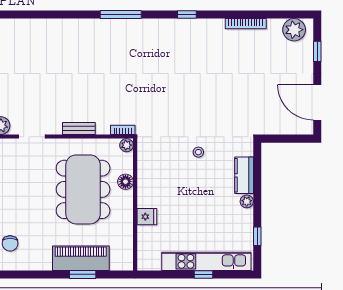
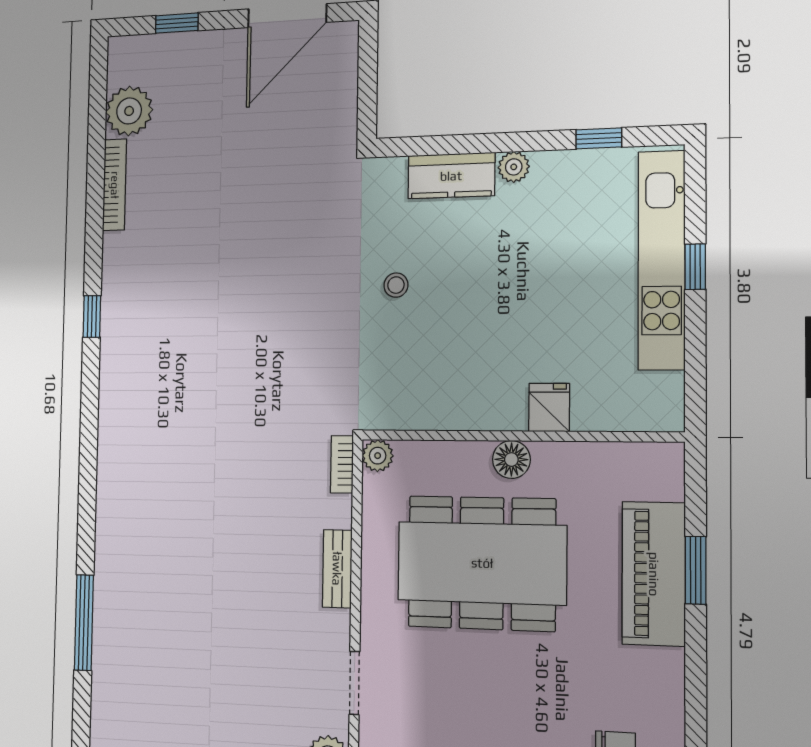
window: (121, 14) -> (84, 623), moved
plant: (294, 30) -> (129, 111), moved
floor lamp: (125, 182) -> (511, 460), moved

